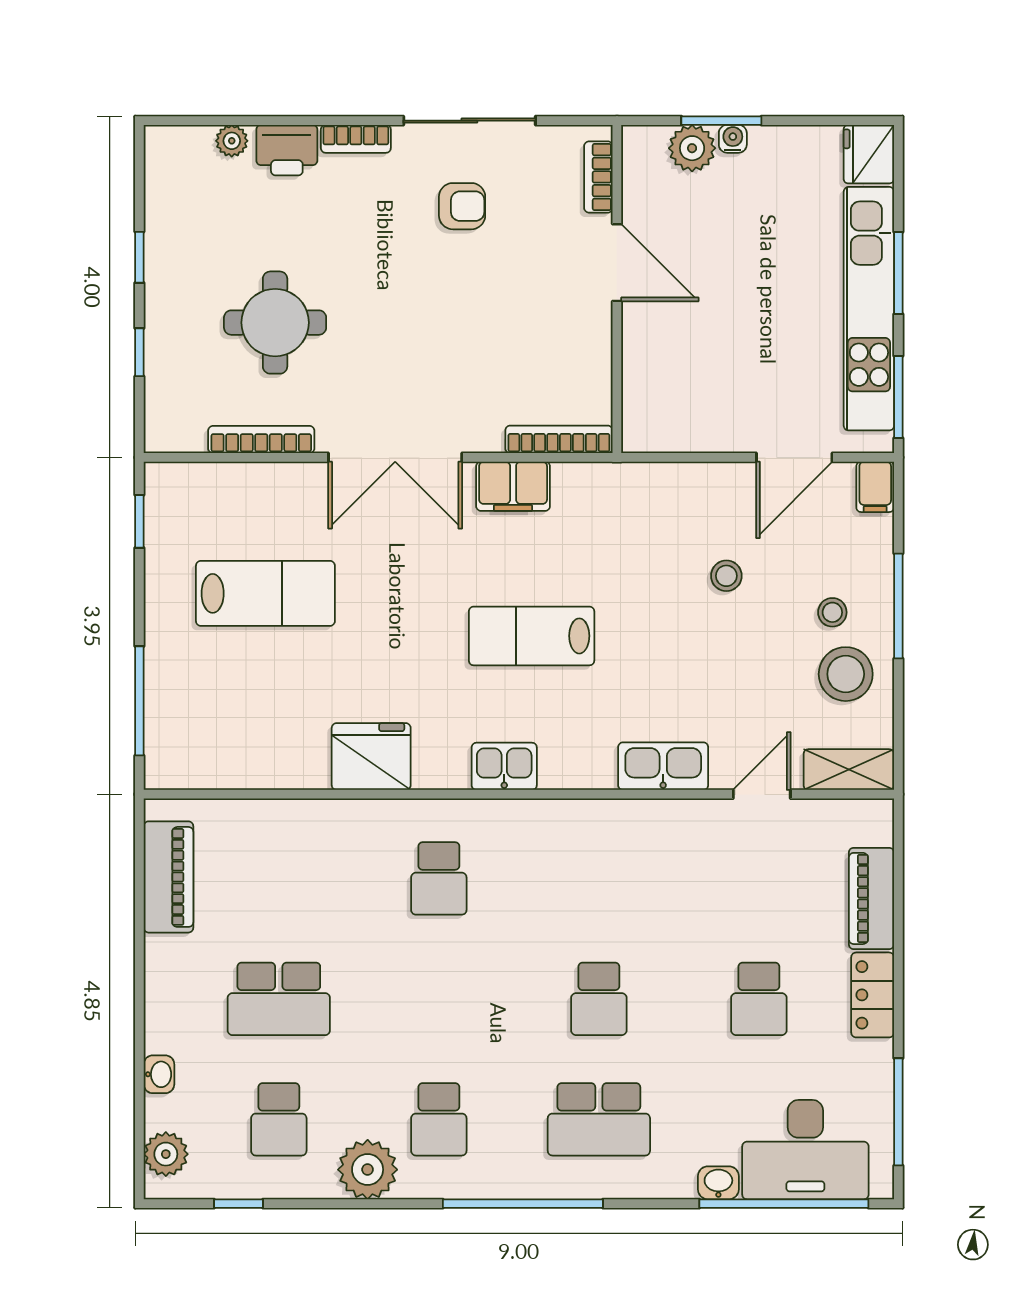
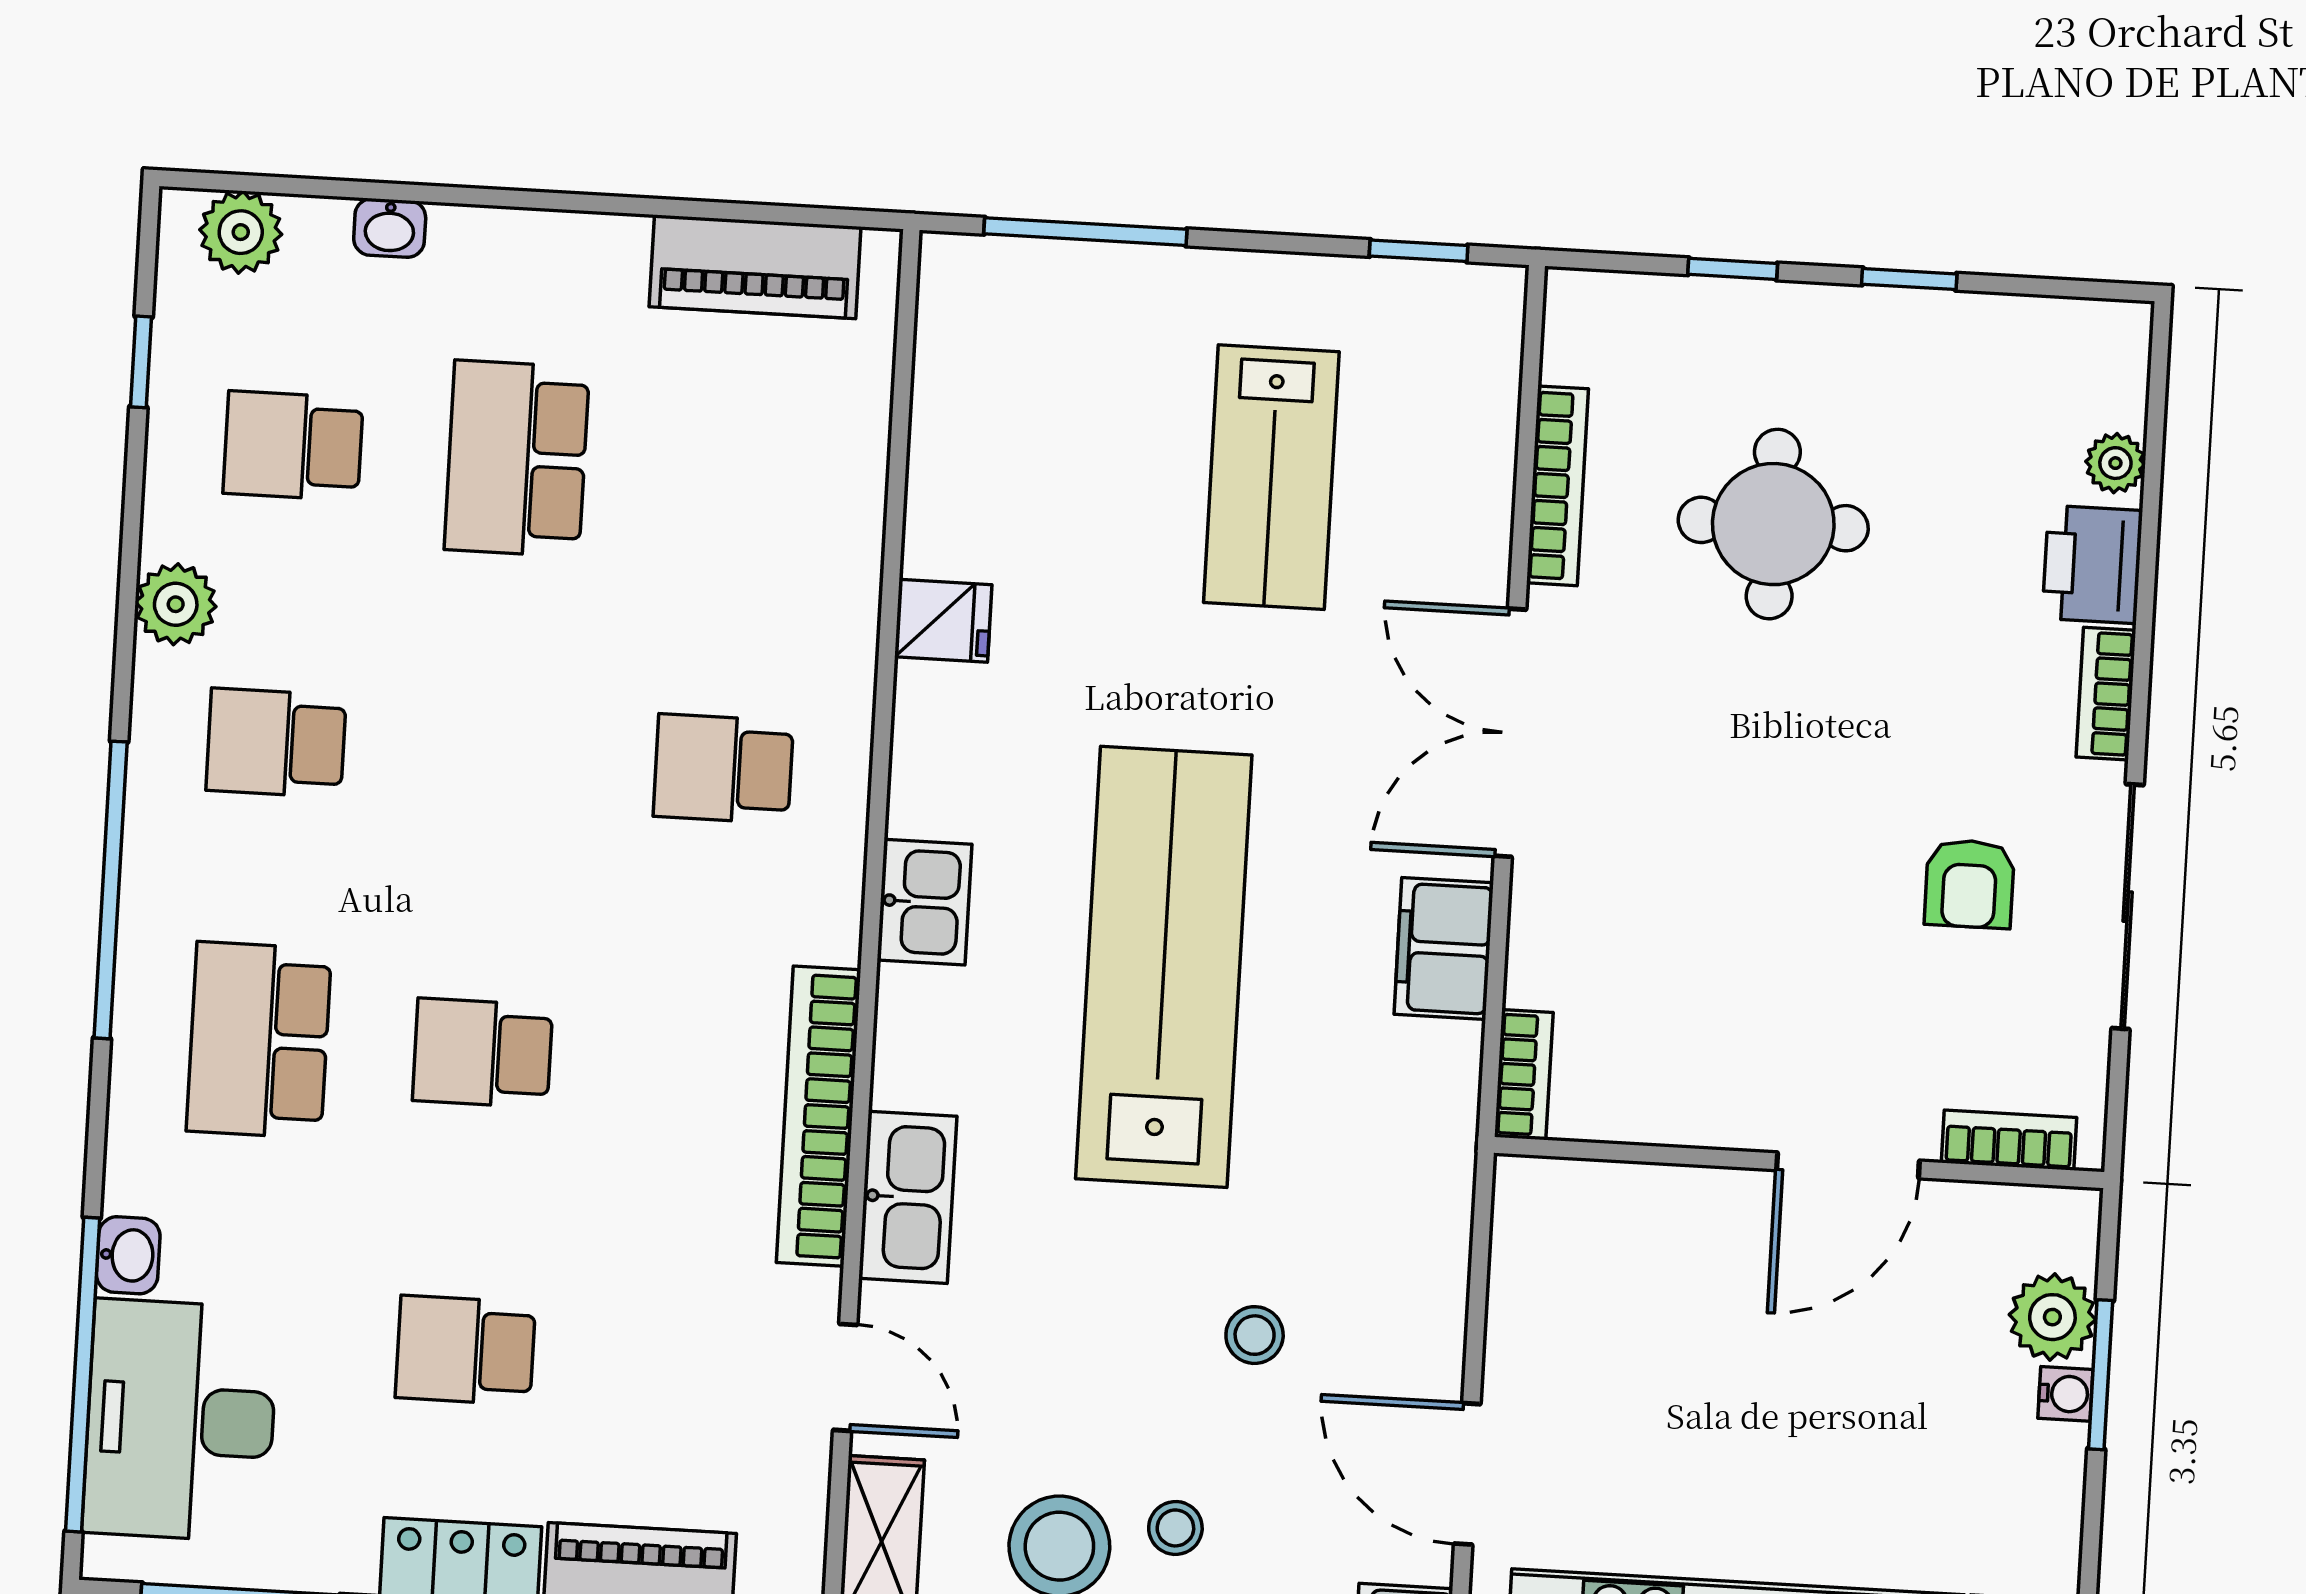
bookcase: (559, 439) -> (1524, 1075), width x0.64
lab bench: (532, 636) -> (1164, 967), width x1.86, depth x1.39
fridge: (371, 757) -> (943, 621), width x0.53, depth x0.75
bookcase: (622, 817) -> (818, 1116), added
plant: (368, 1170) -> (176, 604), width x0.73, depth x0.73

